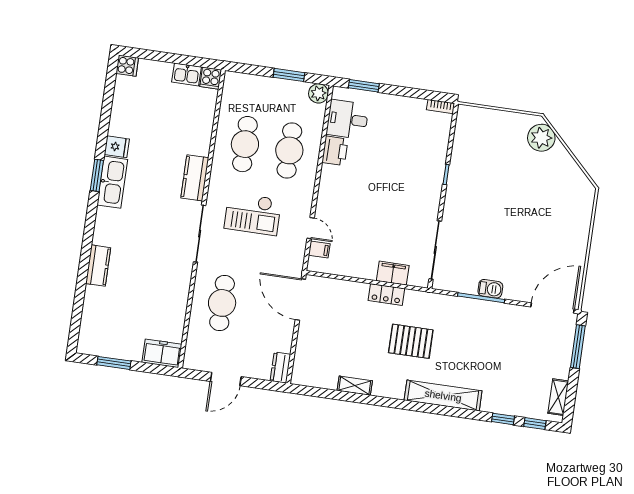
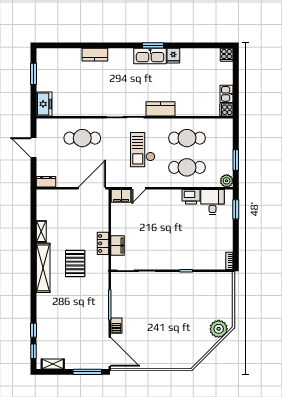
filing cabinet: (319, 250) -> (121, 196), width x2.00
barbecue: (490, 289) -> (116, 326), moved
shelving: (443, 396) -> (43, 268), moved

